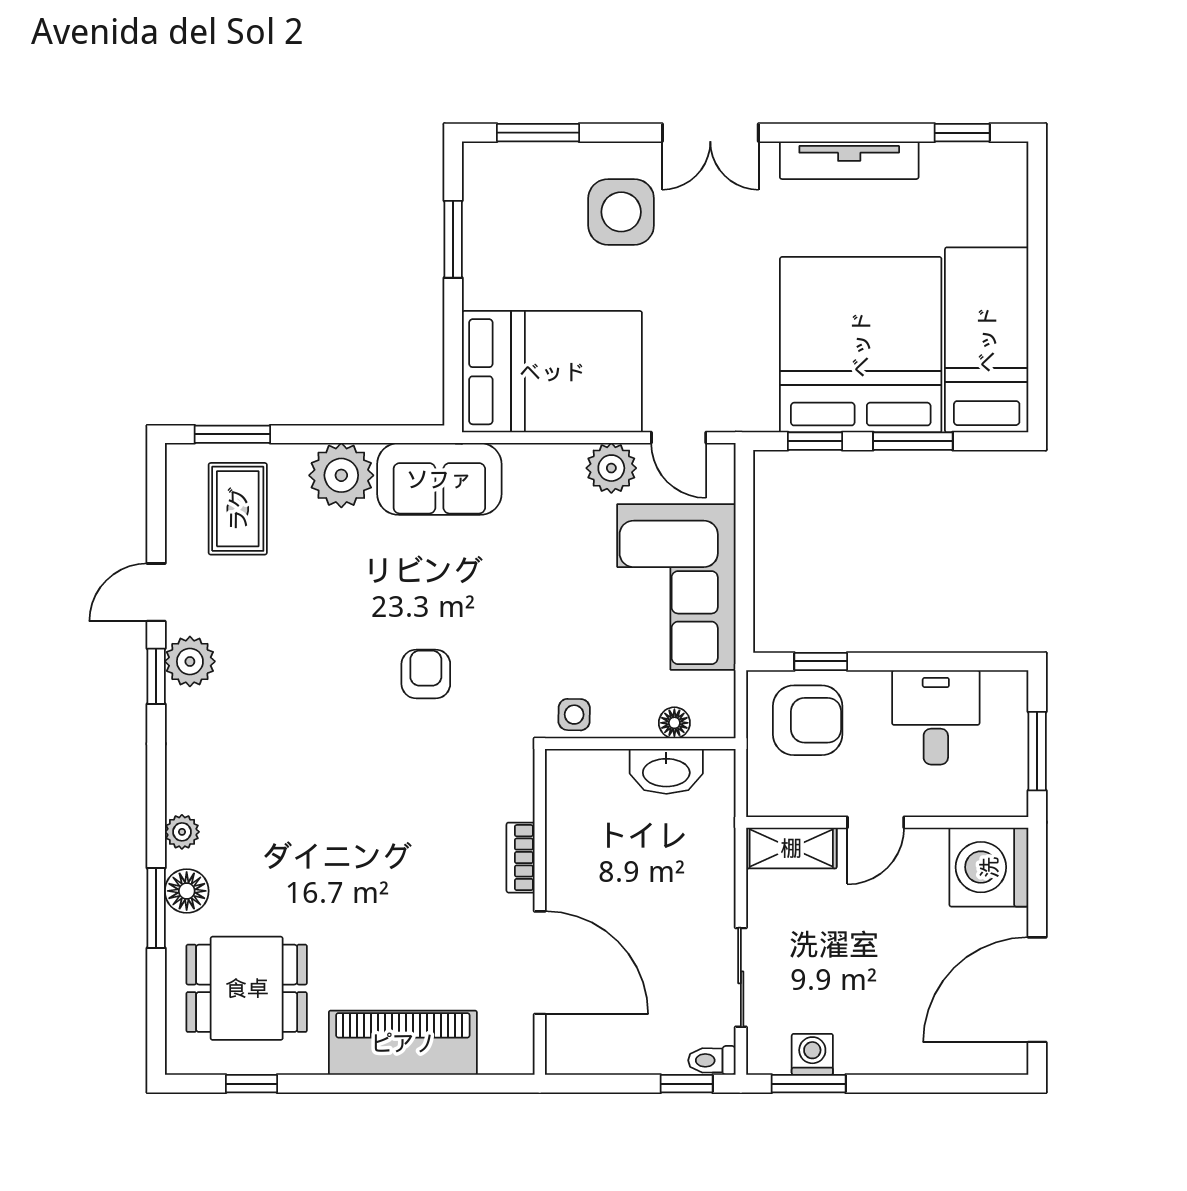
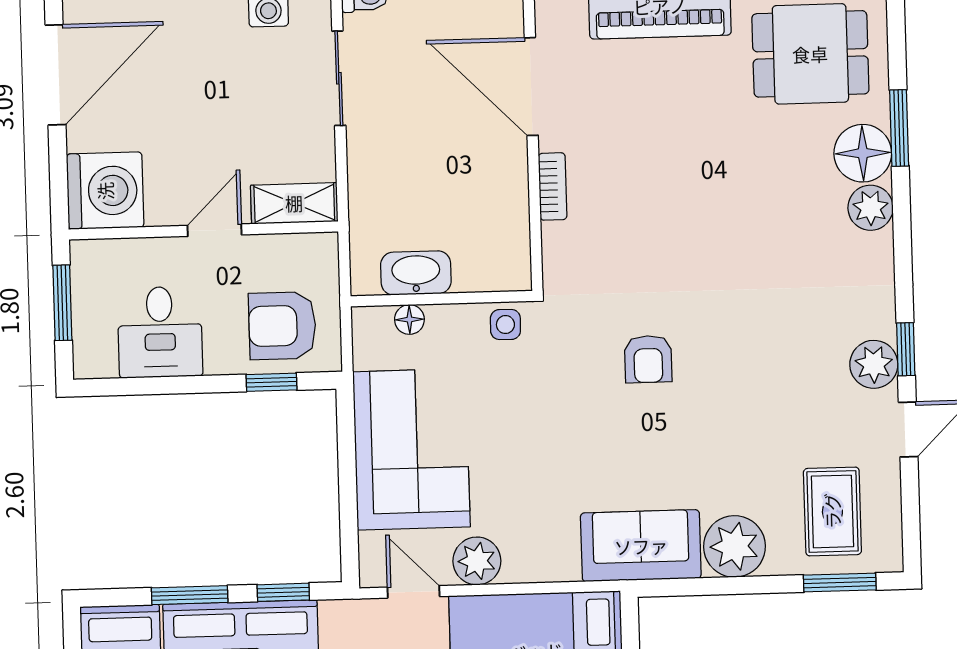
plant: (182, 832) -> (871, 208), width x1.38, depth x1.38
floor lamp: (187, 891) -> (863, 153), width x1.38, depth x1.38

